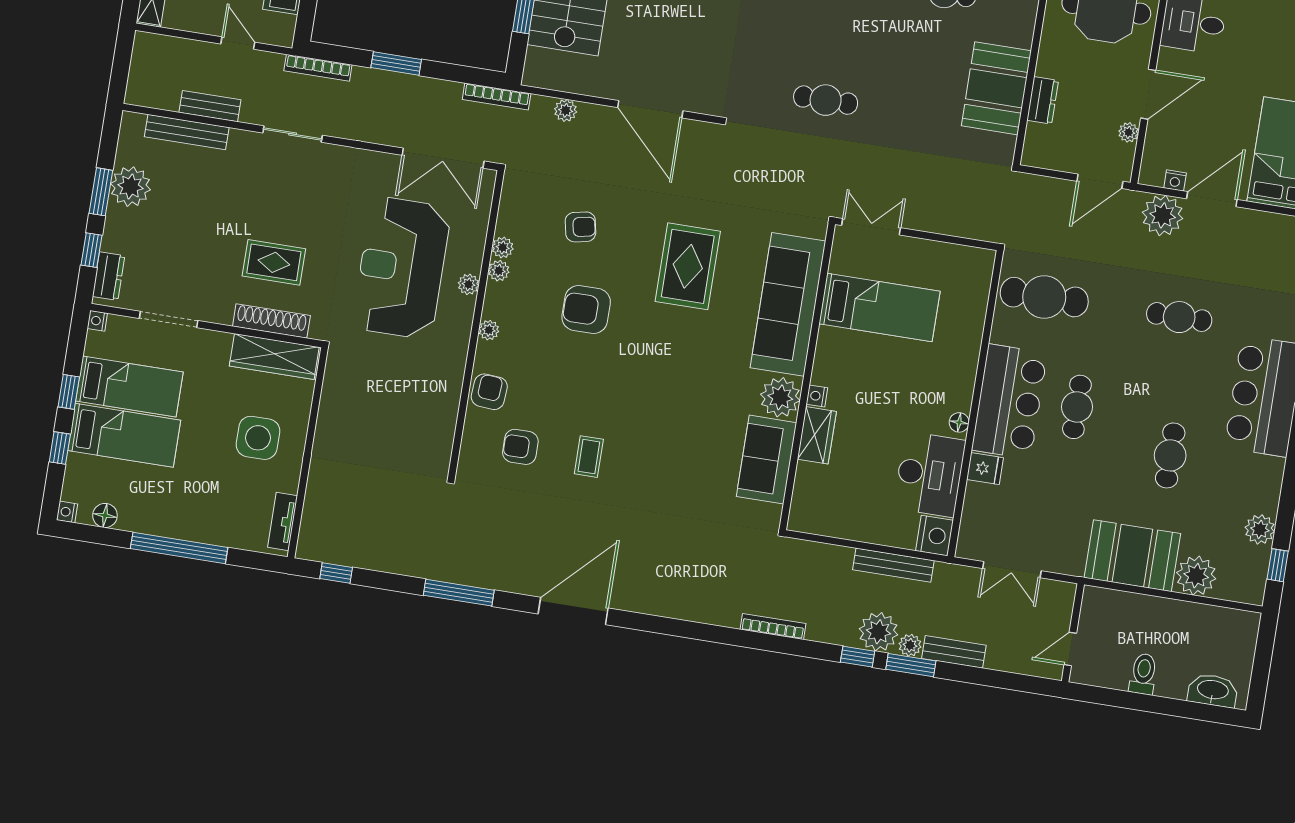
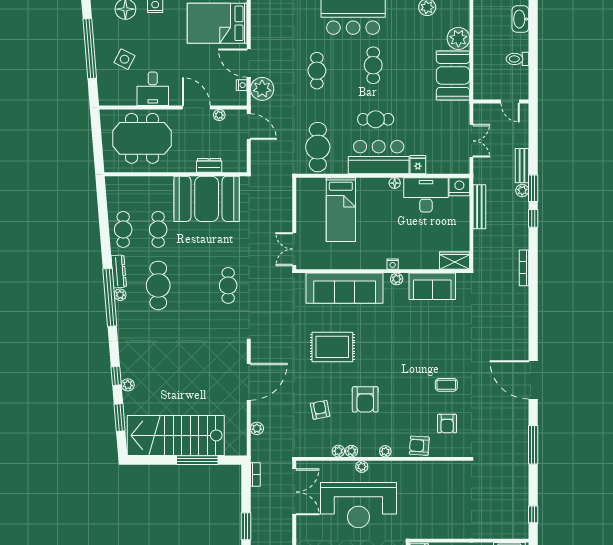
booth: (996, 88) -> (207, 199), width x1.36, depth x1.42
bookcase: (497, 96) -> (255, 474), width x0.64
bed: (880, 307) -> (341, 210), moved, turned 180
plant: (780, 397) -> (397, 279), width x0.53, depth x0.53
wardrobe: (817, 435) -> (455, 261), moved
cafe table: (1170, 455) -> (373, 65), moved, turned 90
plant: (878, 632) -> (518, 209), removed

